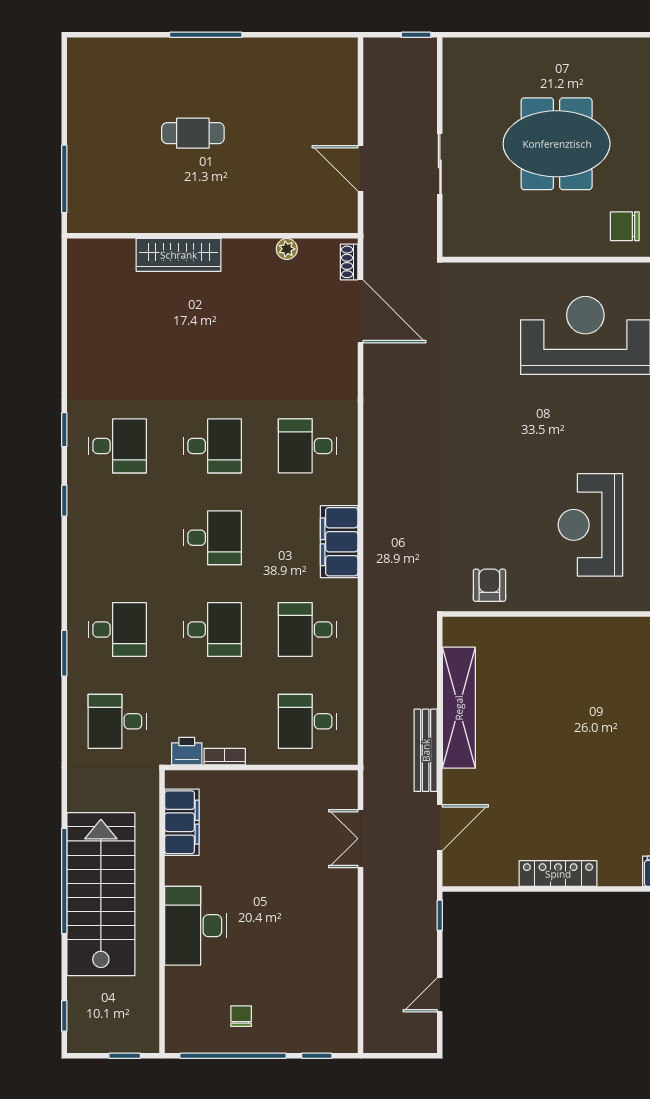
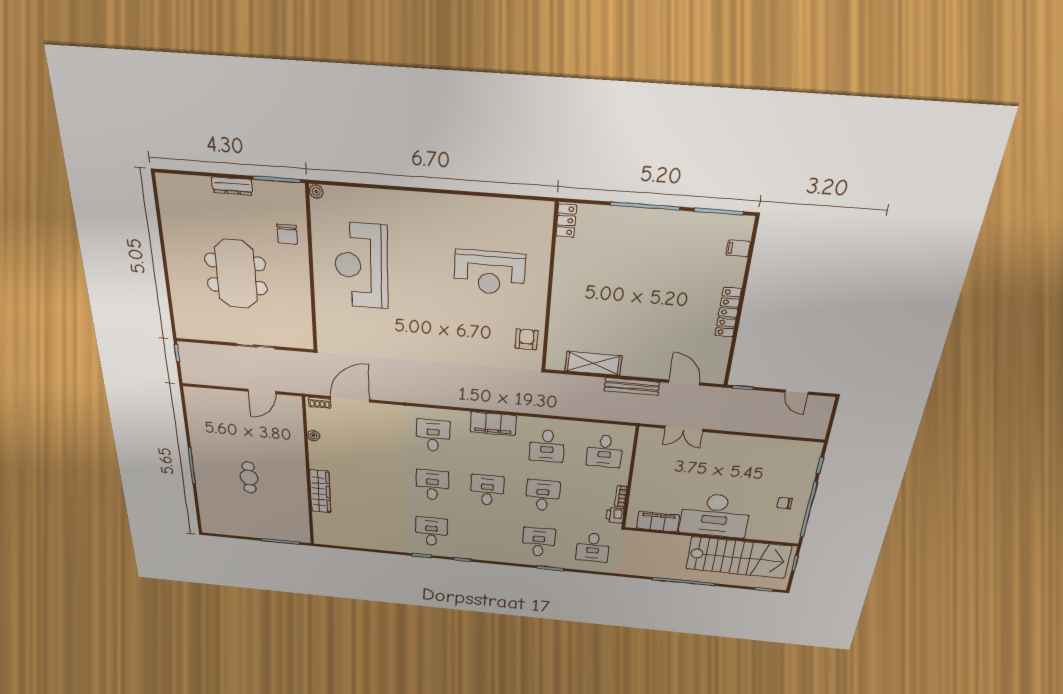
desk: (307, 446) -> (433, 436), turned 180
armchair: (489, 585) -> (527, 339), turned 90
shelving: (459, 708) -> (593, 363), width x0.68
stairs: (101, 894) -> (738, 557), moved, turned 180
desk: (196, 926) -> (715, 515), width x1.36, depth x1.30

